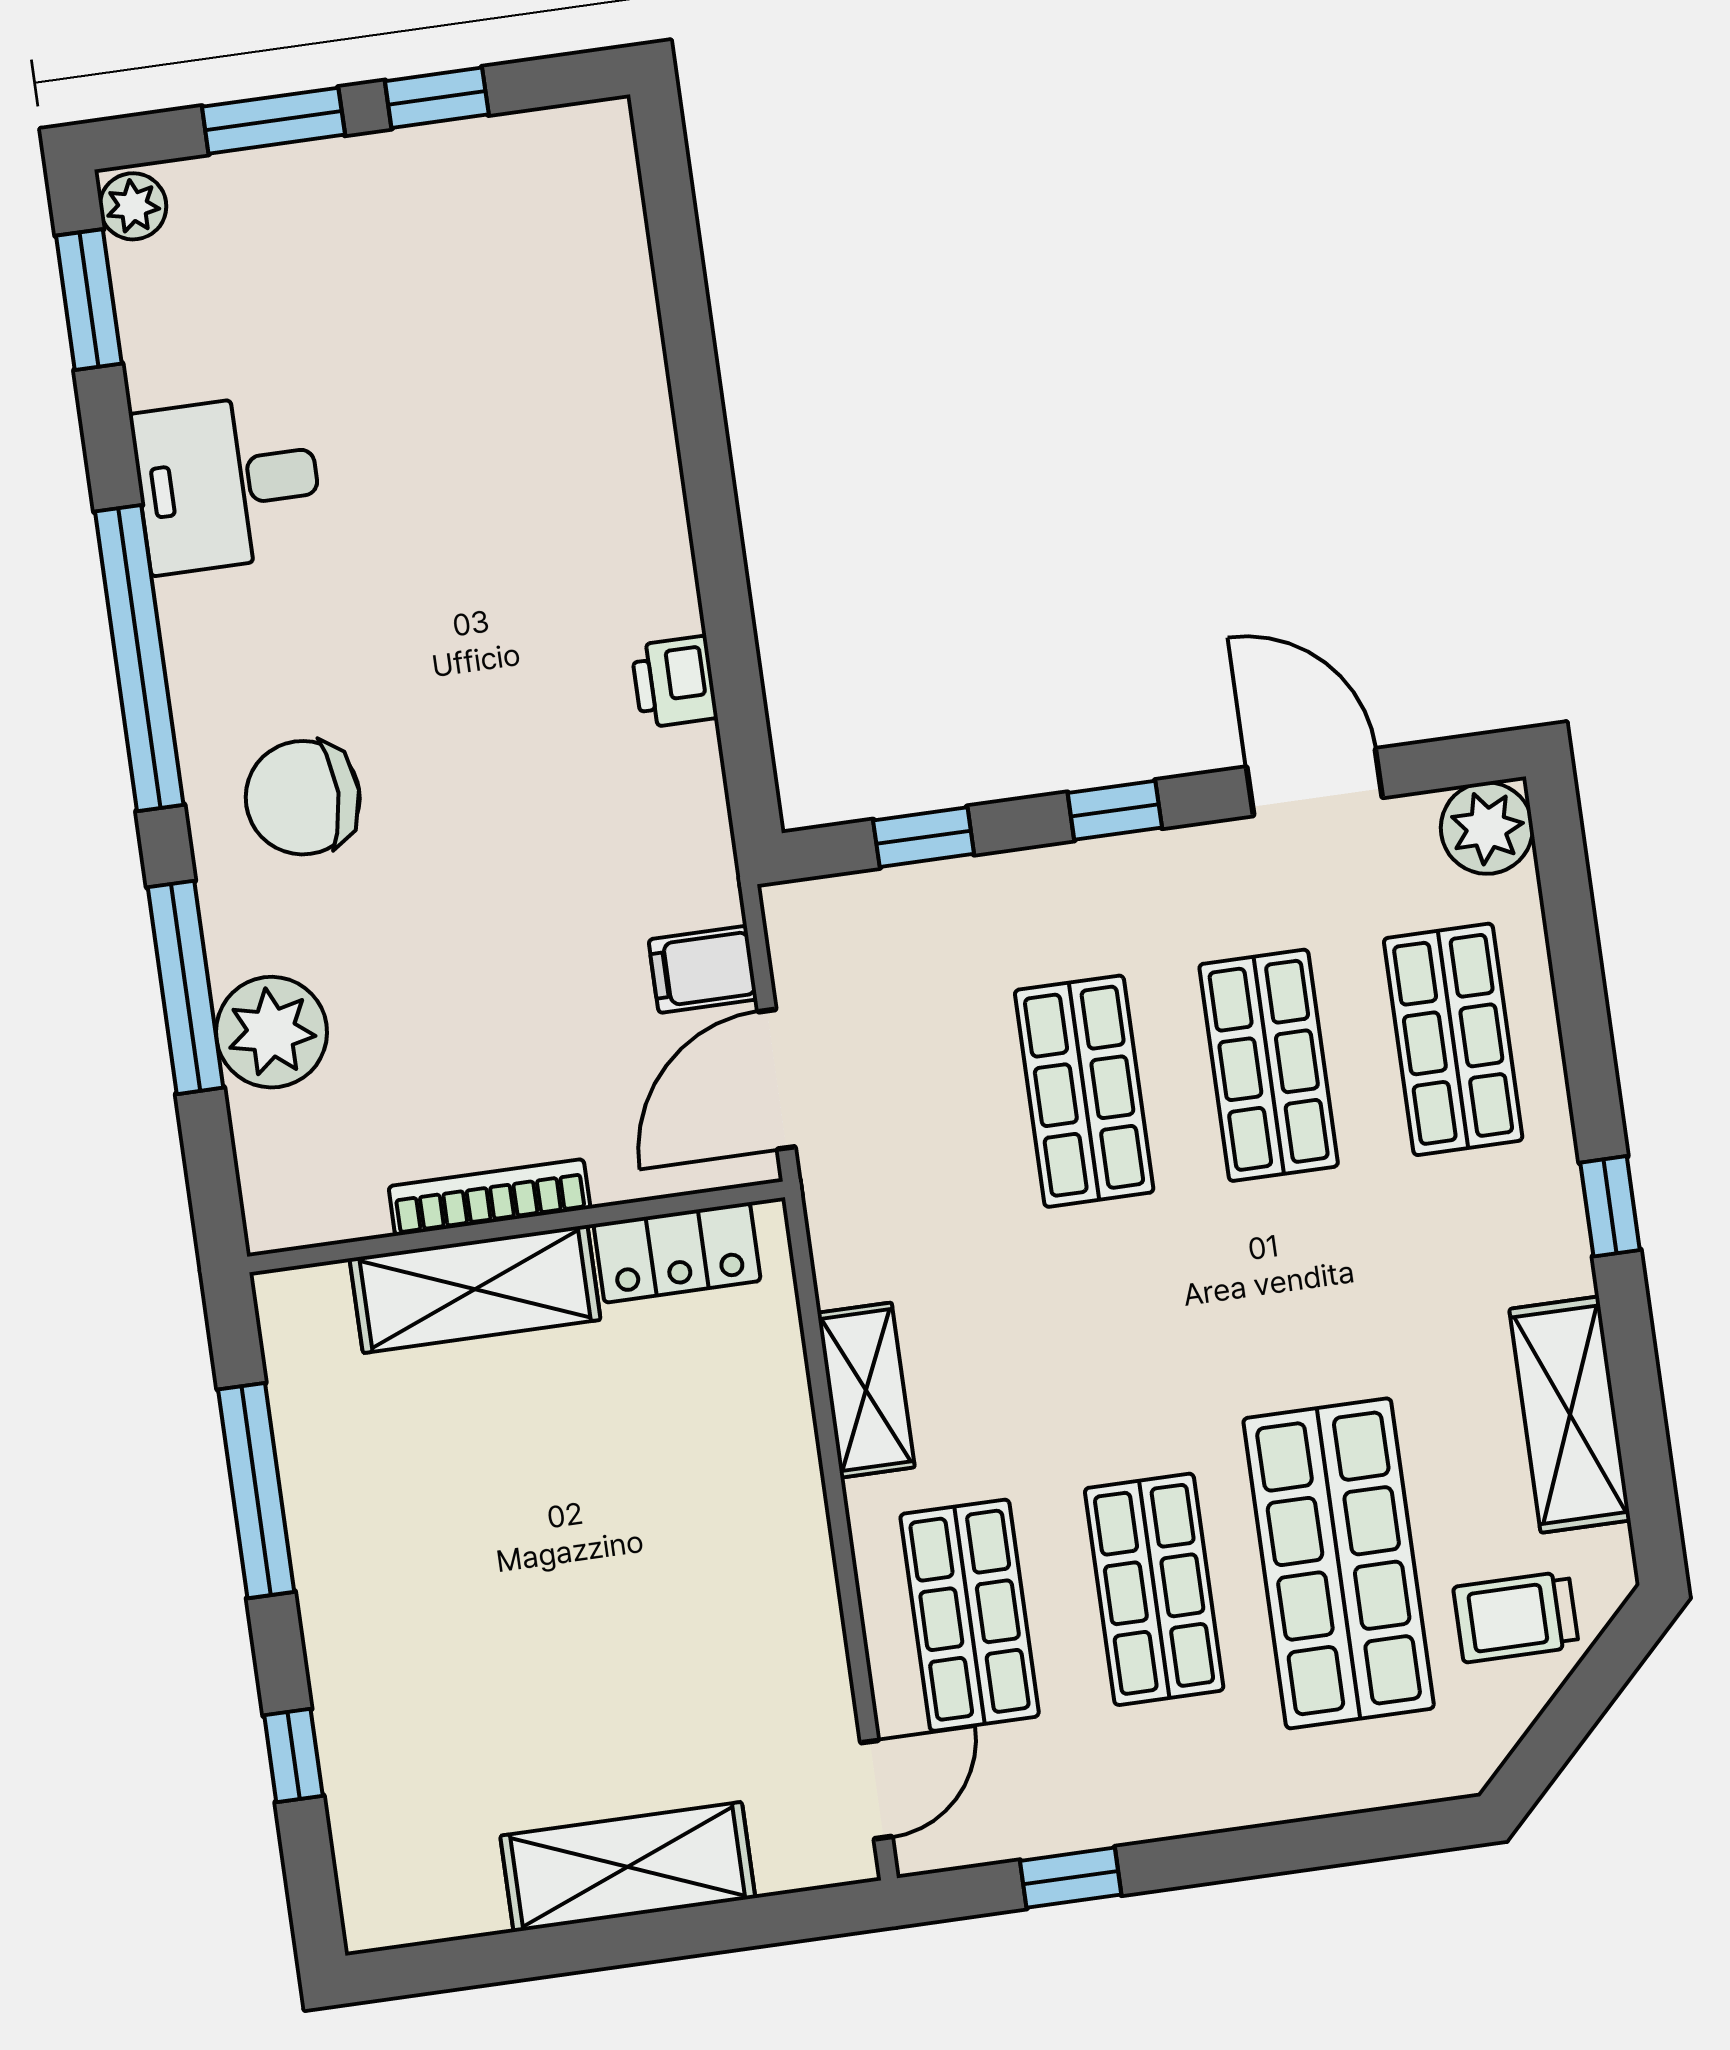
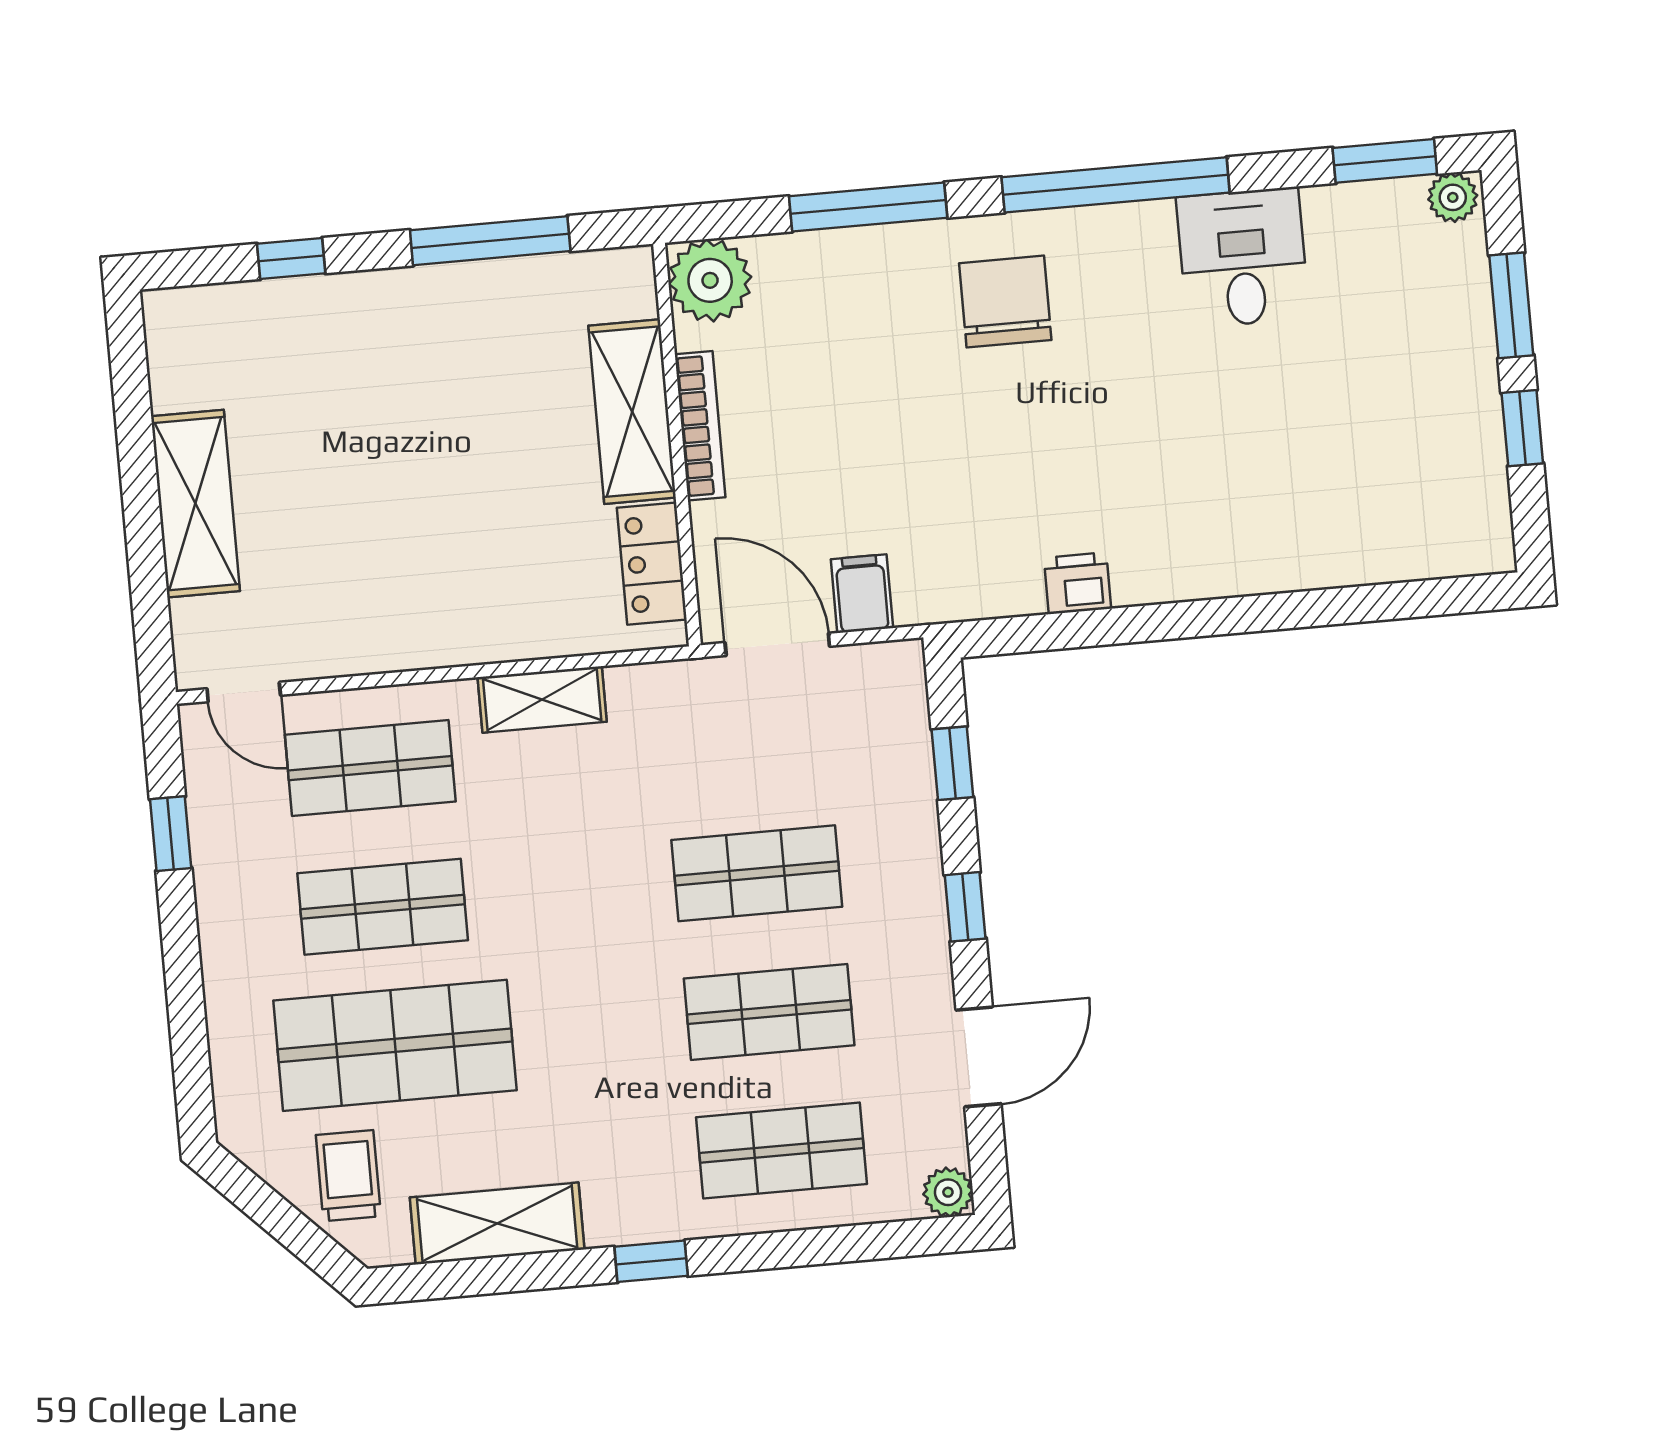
plant: (1487, 828) -> (948, 1192), width x0.73, depth x0.73
plant: (272, 1032) -> (710, 280), moved

